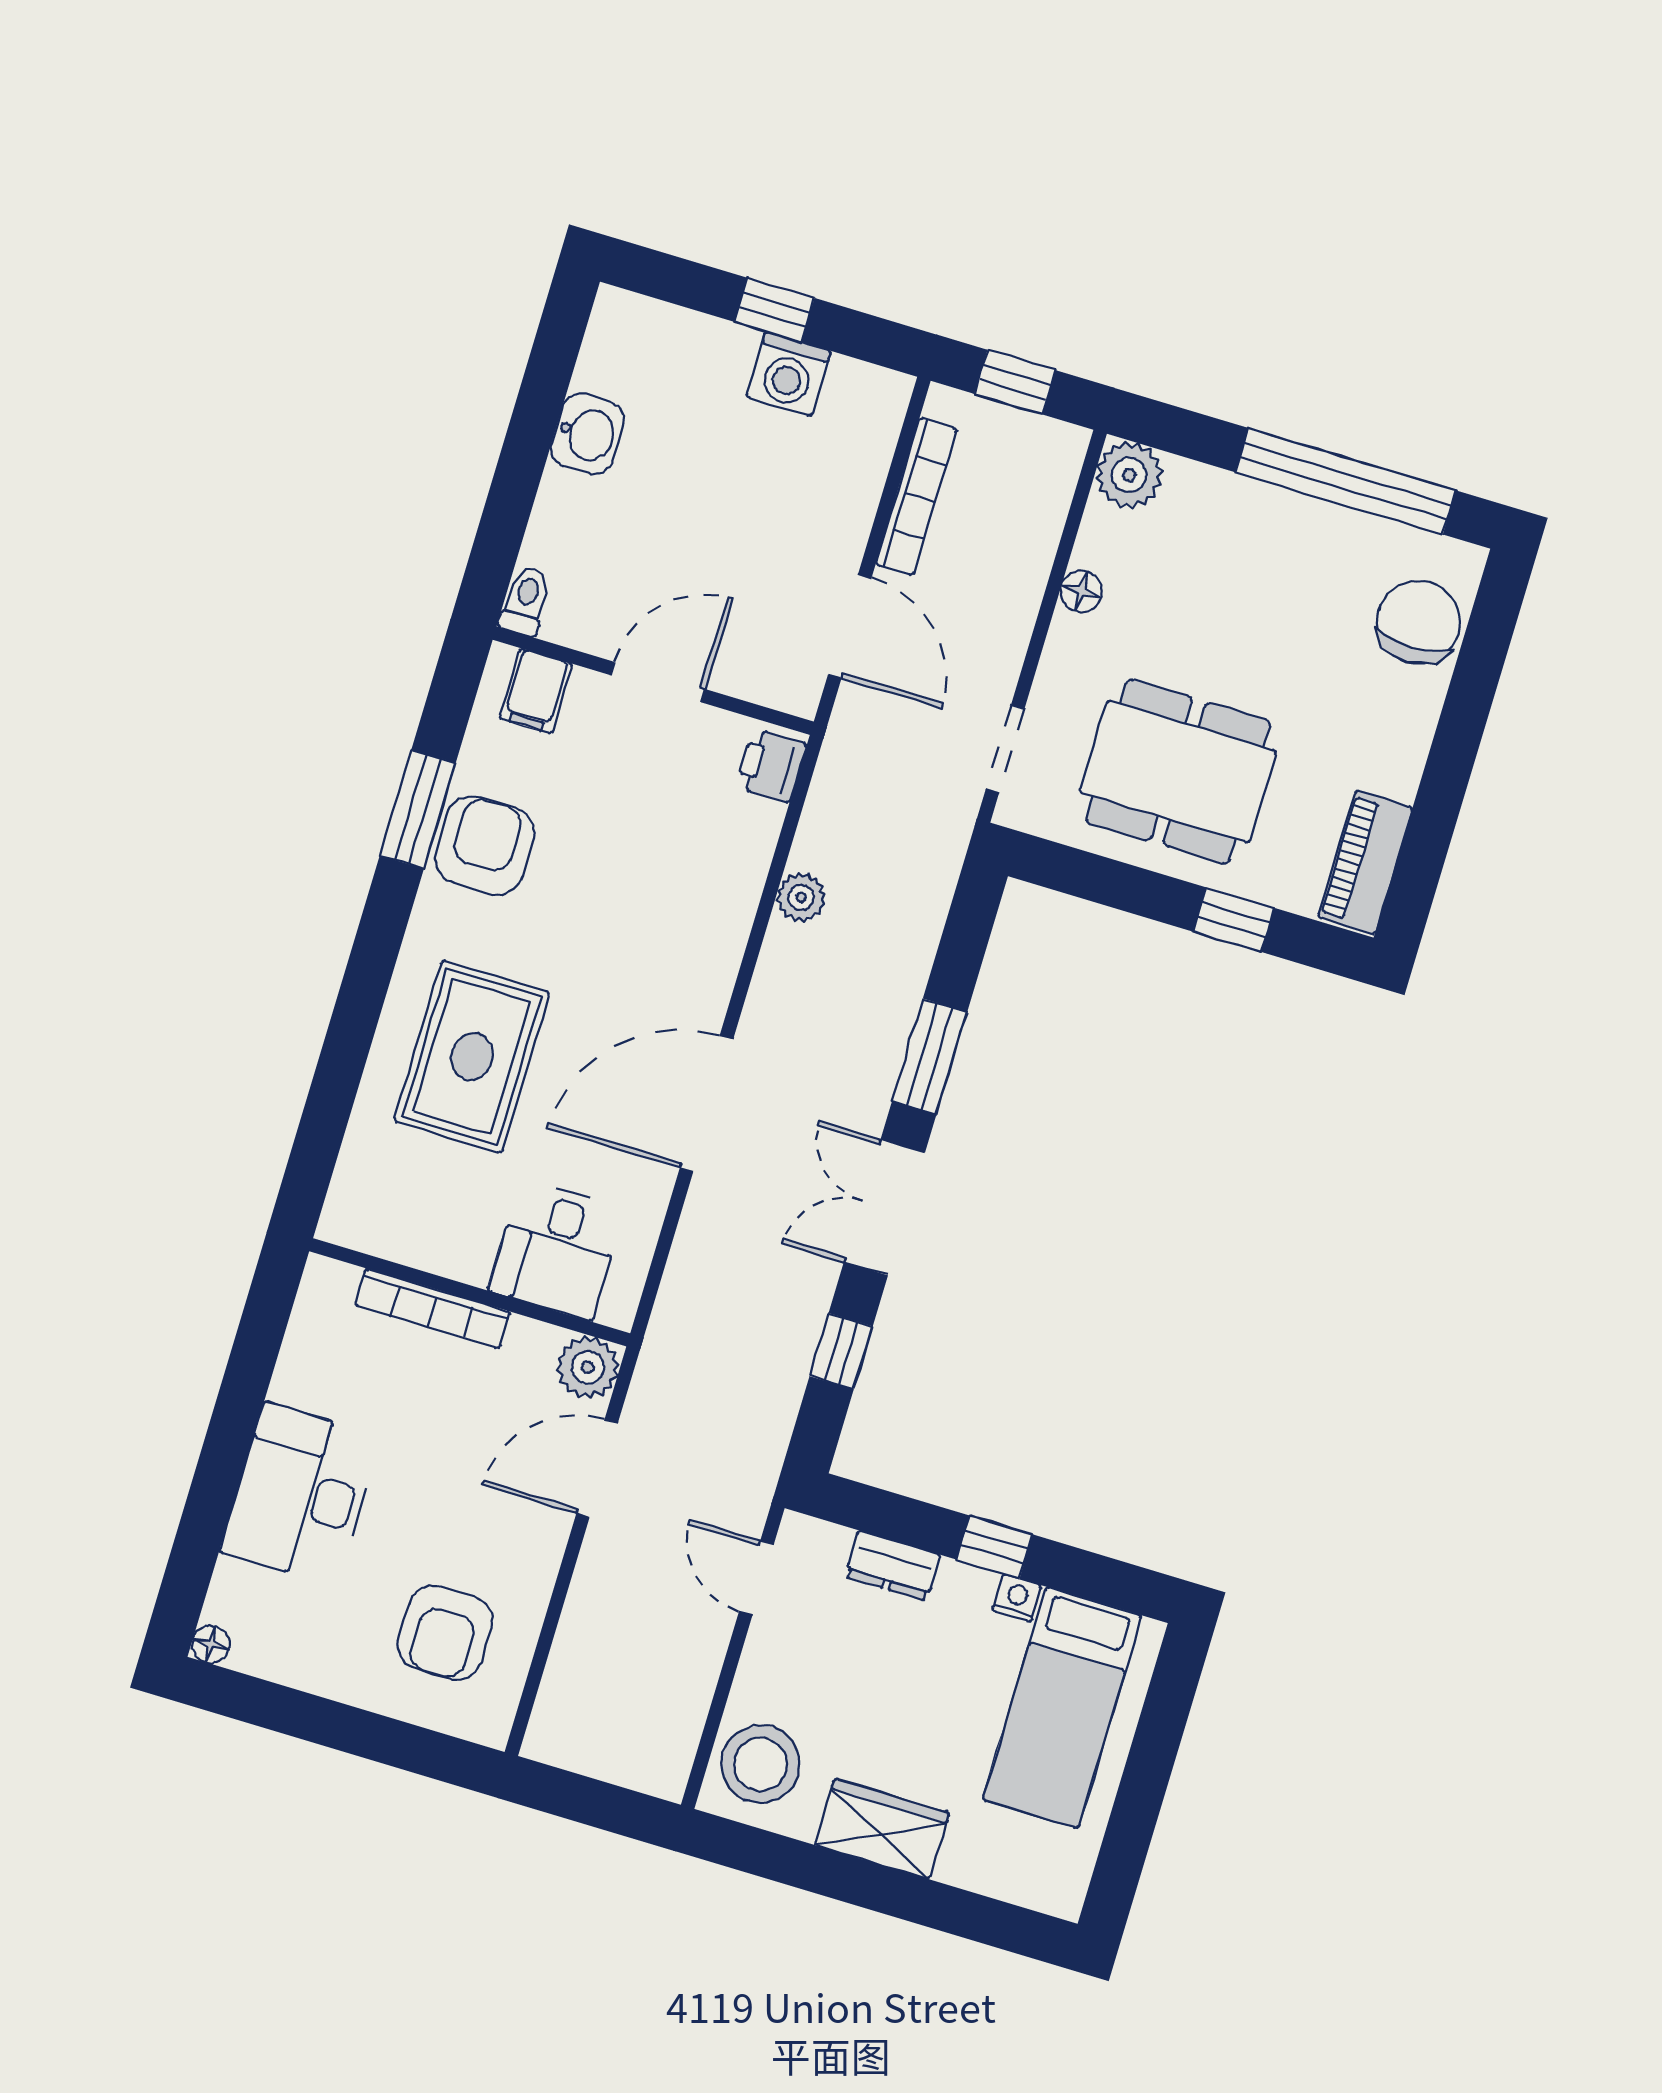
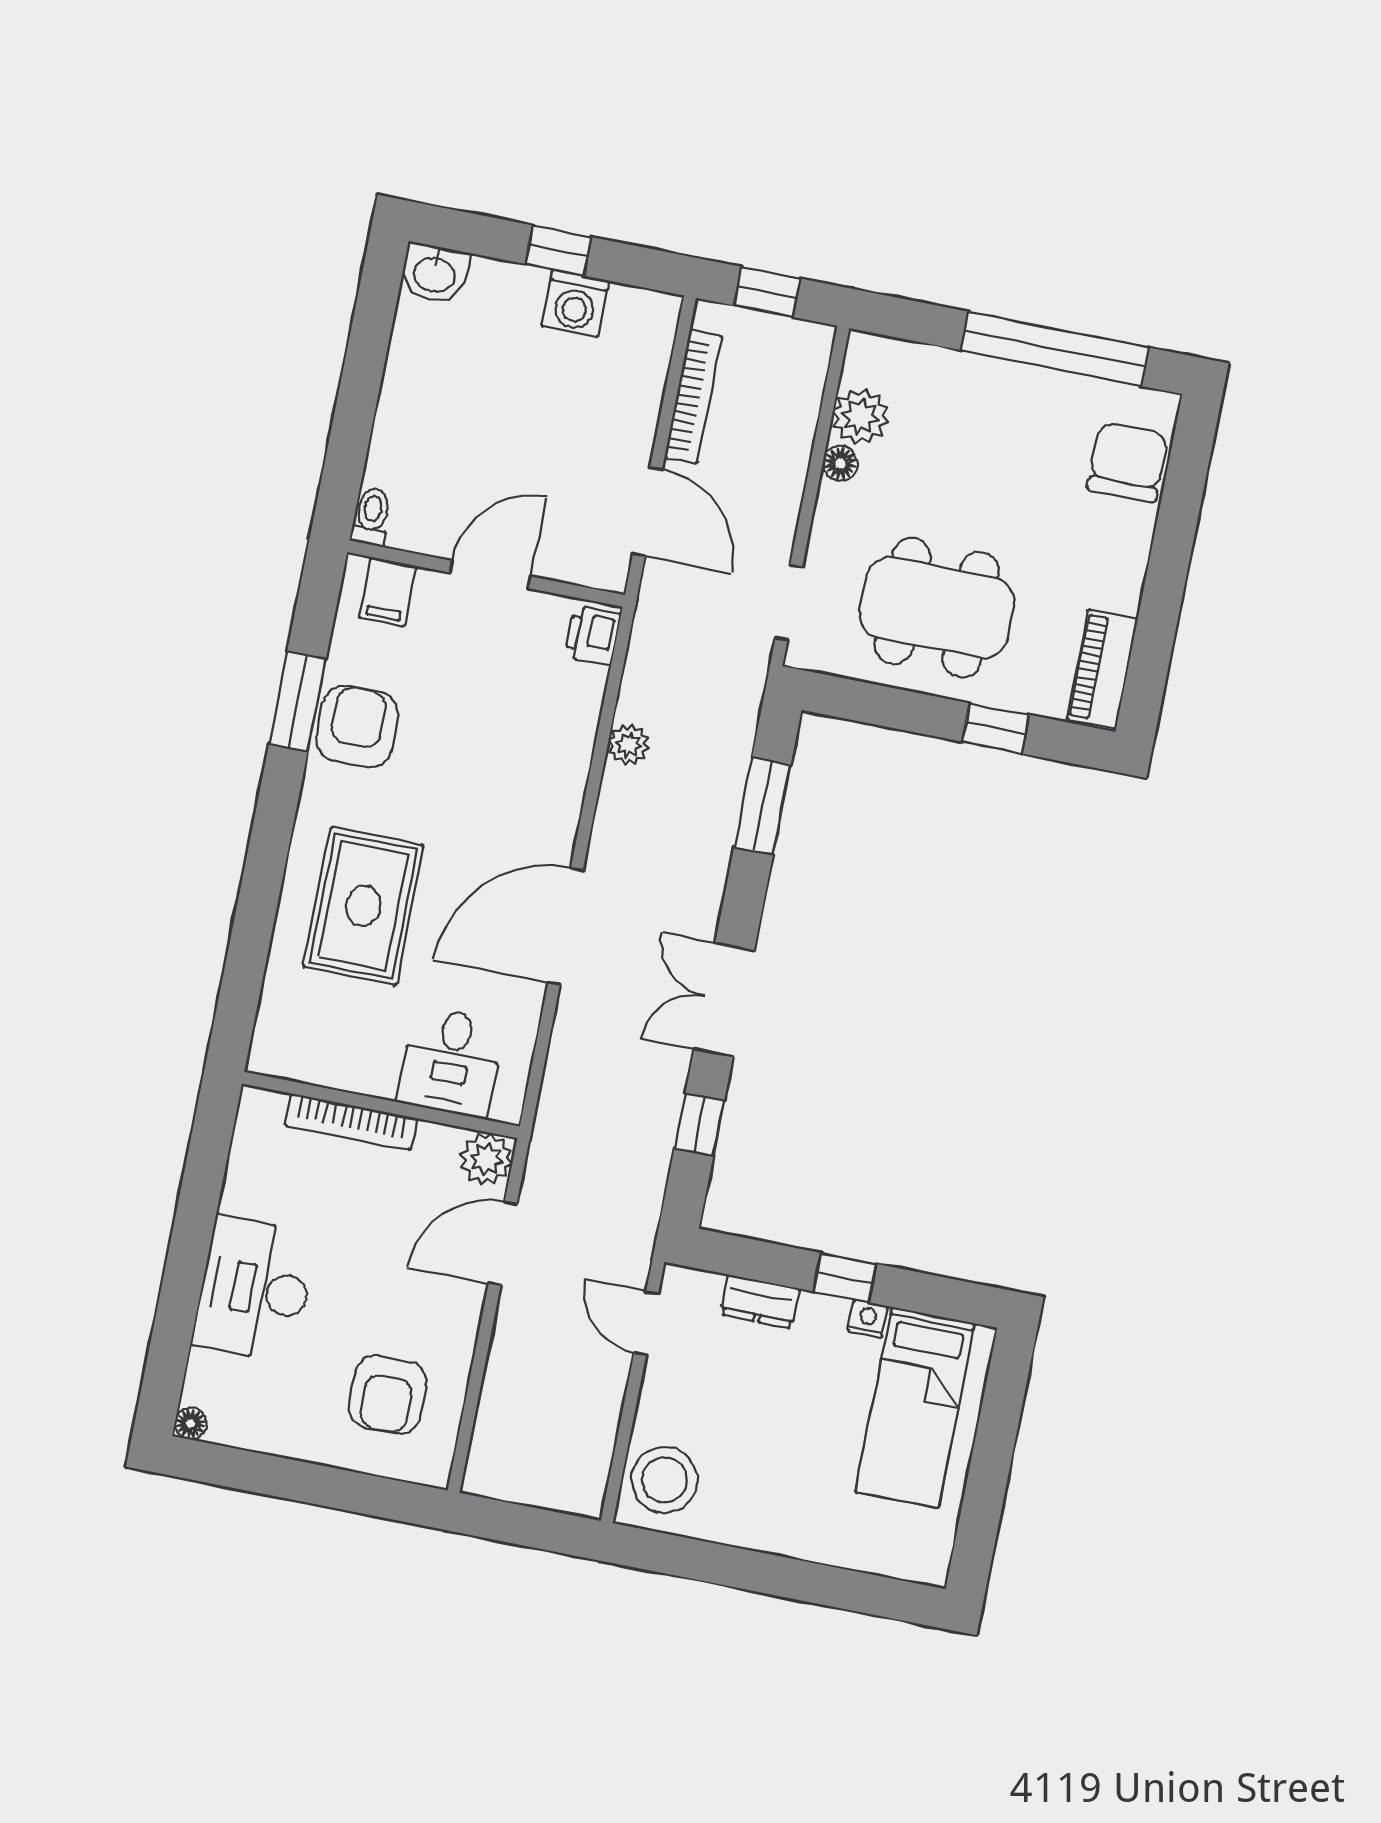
washbasin: (587, 434) -> (435, 273), moved, turned 90
plant: (1129, 475) -> (860, 417), moved
window: (930, 1056) -> (762, 806), moved
wardrobe: (882, 1829) -> (773, 1525), removed

